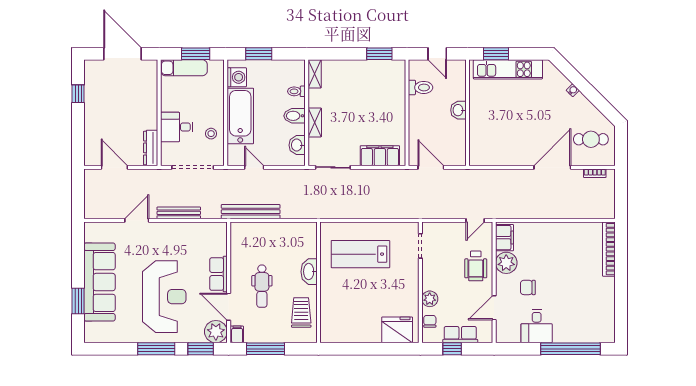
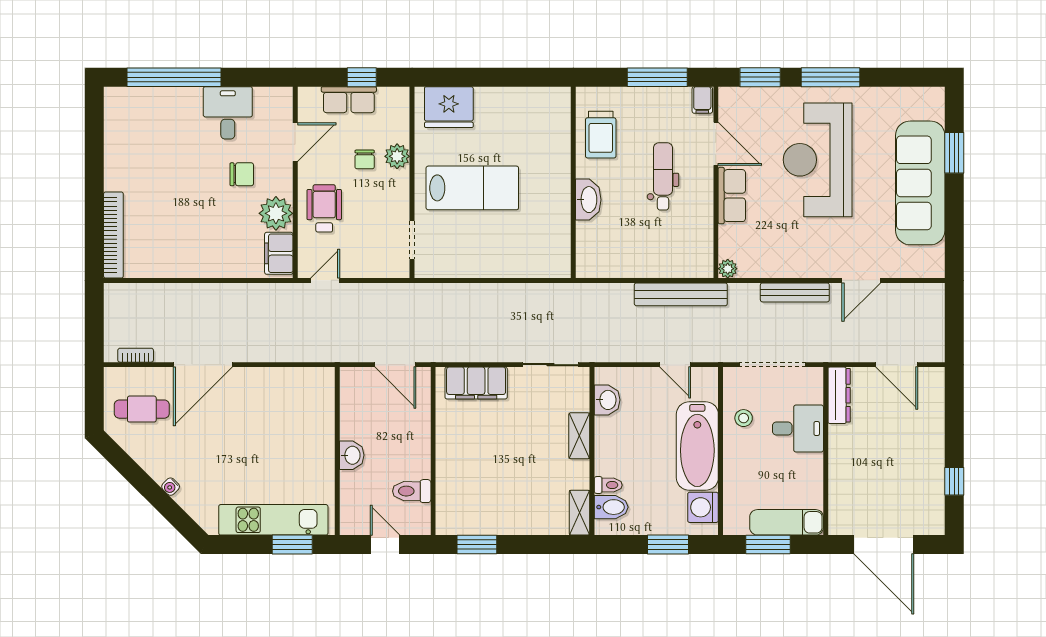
bidet: (295, 116) -> (611, 507), moved
lab bench: (360, 254) -> (472, 188), moved
chair: (430, 321) -> (365, 159), moved
plant: (216, 332) -> (728, 269), moved, width x0.53, depth x0.53

